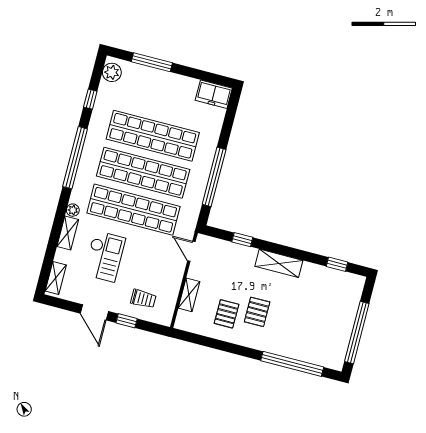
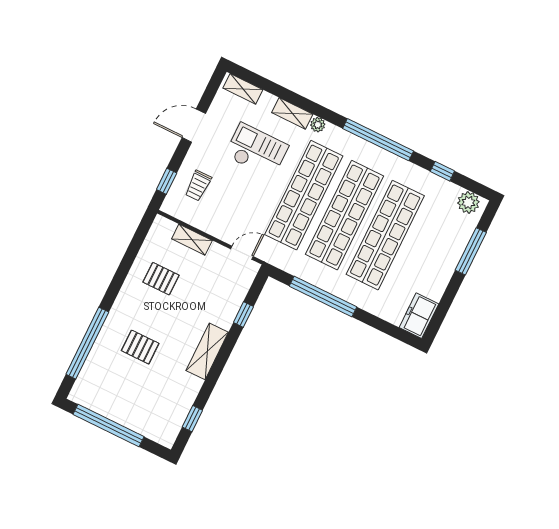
checkout: (104, 256) -> (257, 151), turned 180
pallet: (257, 312) -> (140, 347), moved
window: (127, 321) -> (167, 181), moved

